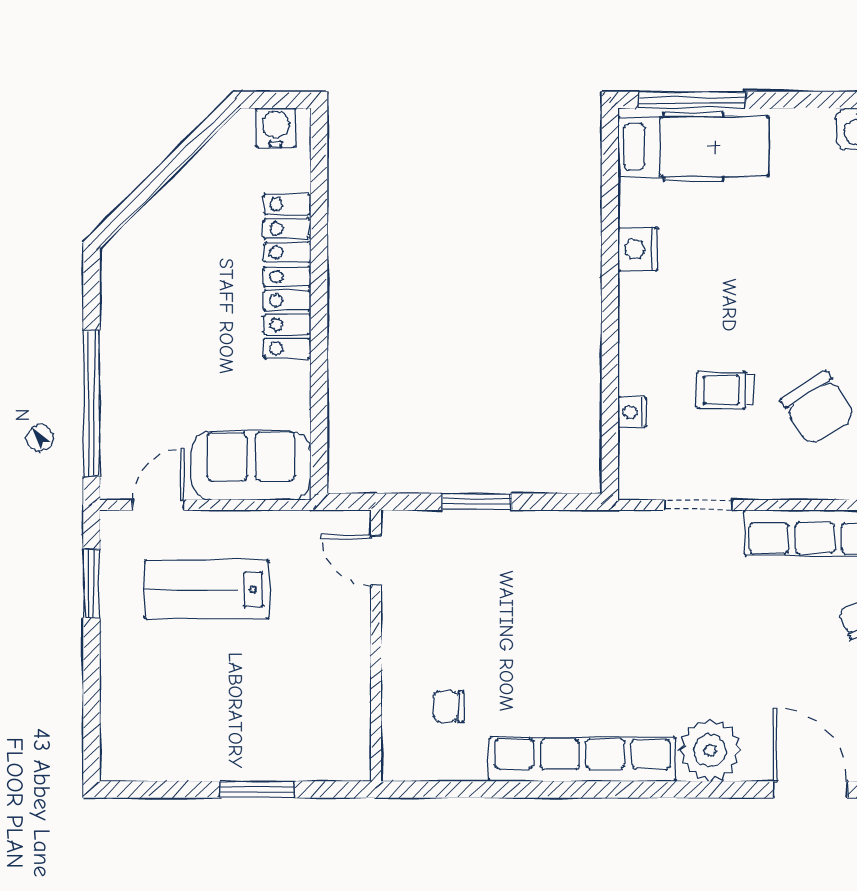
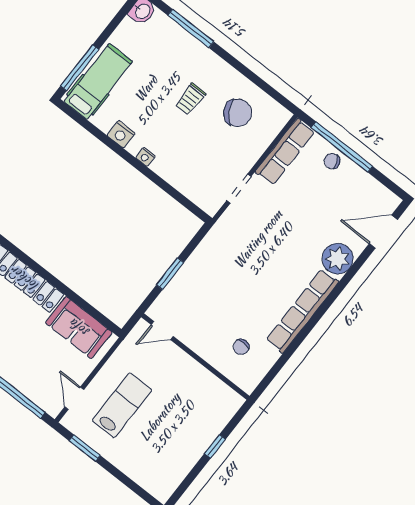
trolley: (725, 390) -> (191, 99), moved
nightstand: (632, 412) -> (145, 157), moved
sofa: (251, 466) -> (79, 328), moved, turned -90
lab bench: (207, 590) -> (122, 405), turned 180
window: (257, 789) -> (215, 446), width x0.67

